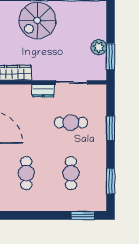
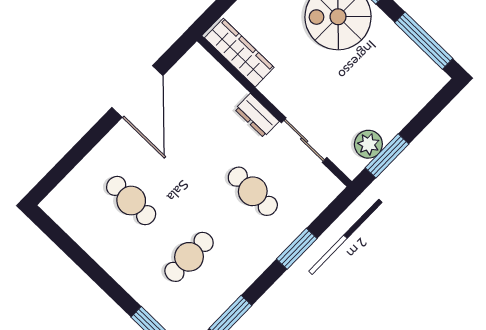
plant: (99, 47) -> (368, 144), moved
cafe table: (26, 173) -> (131, 201), turned 90

